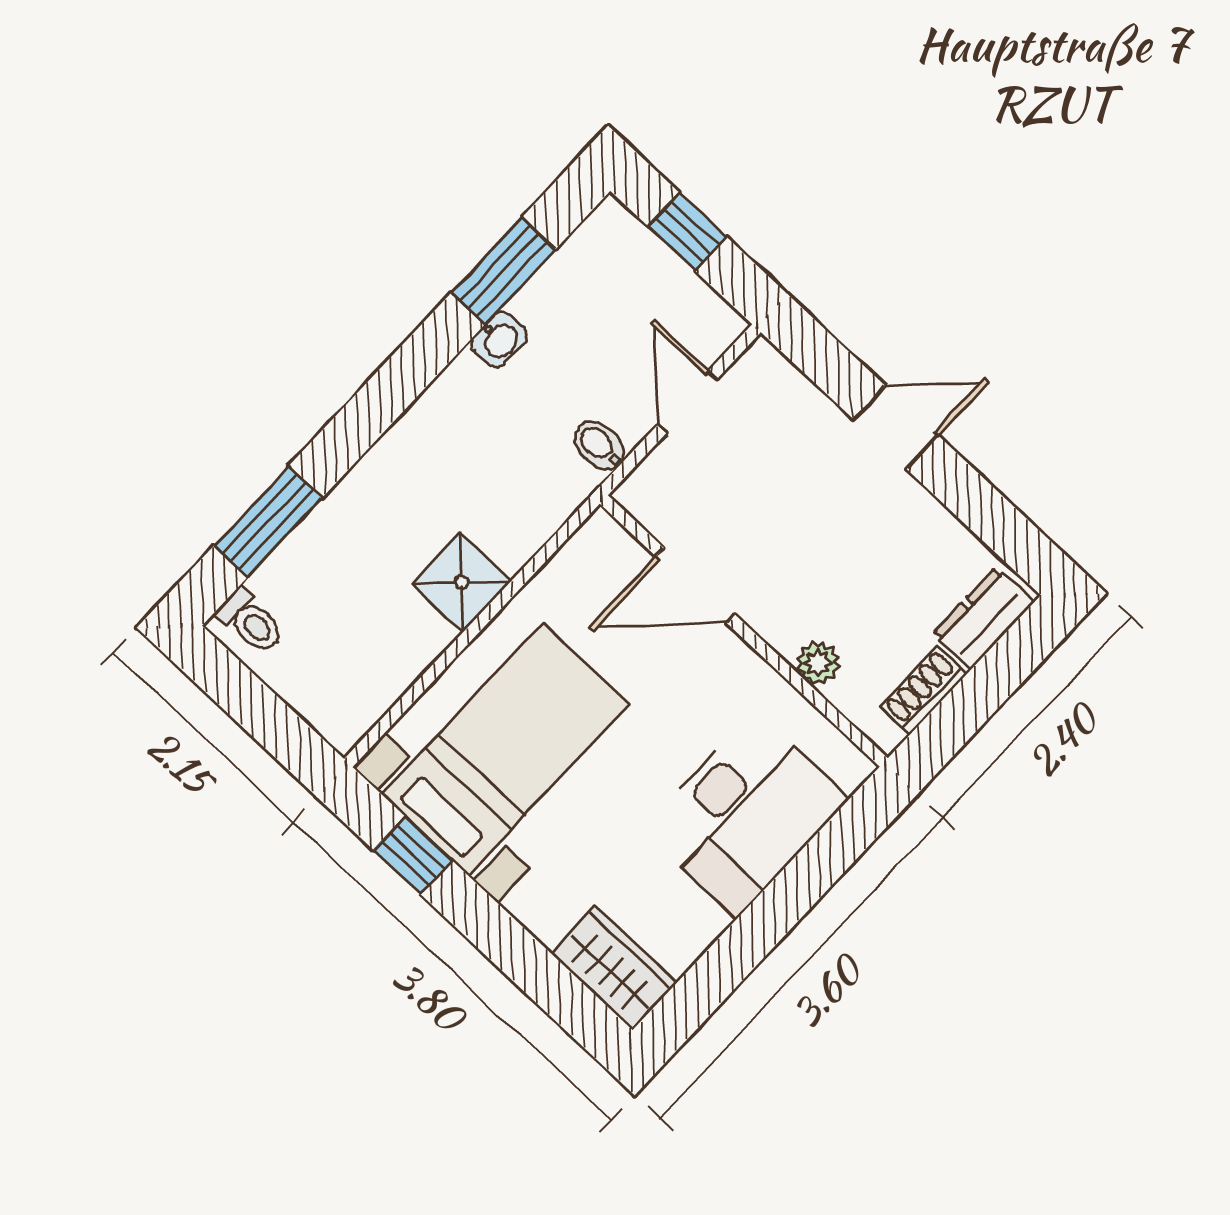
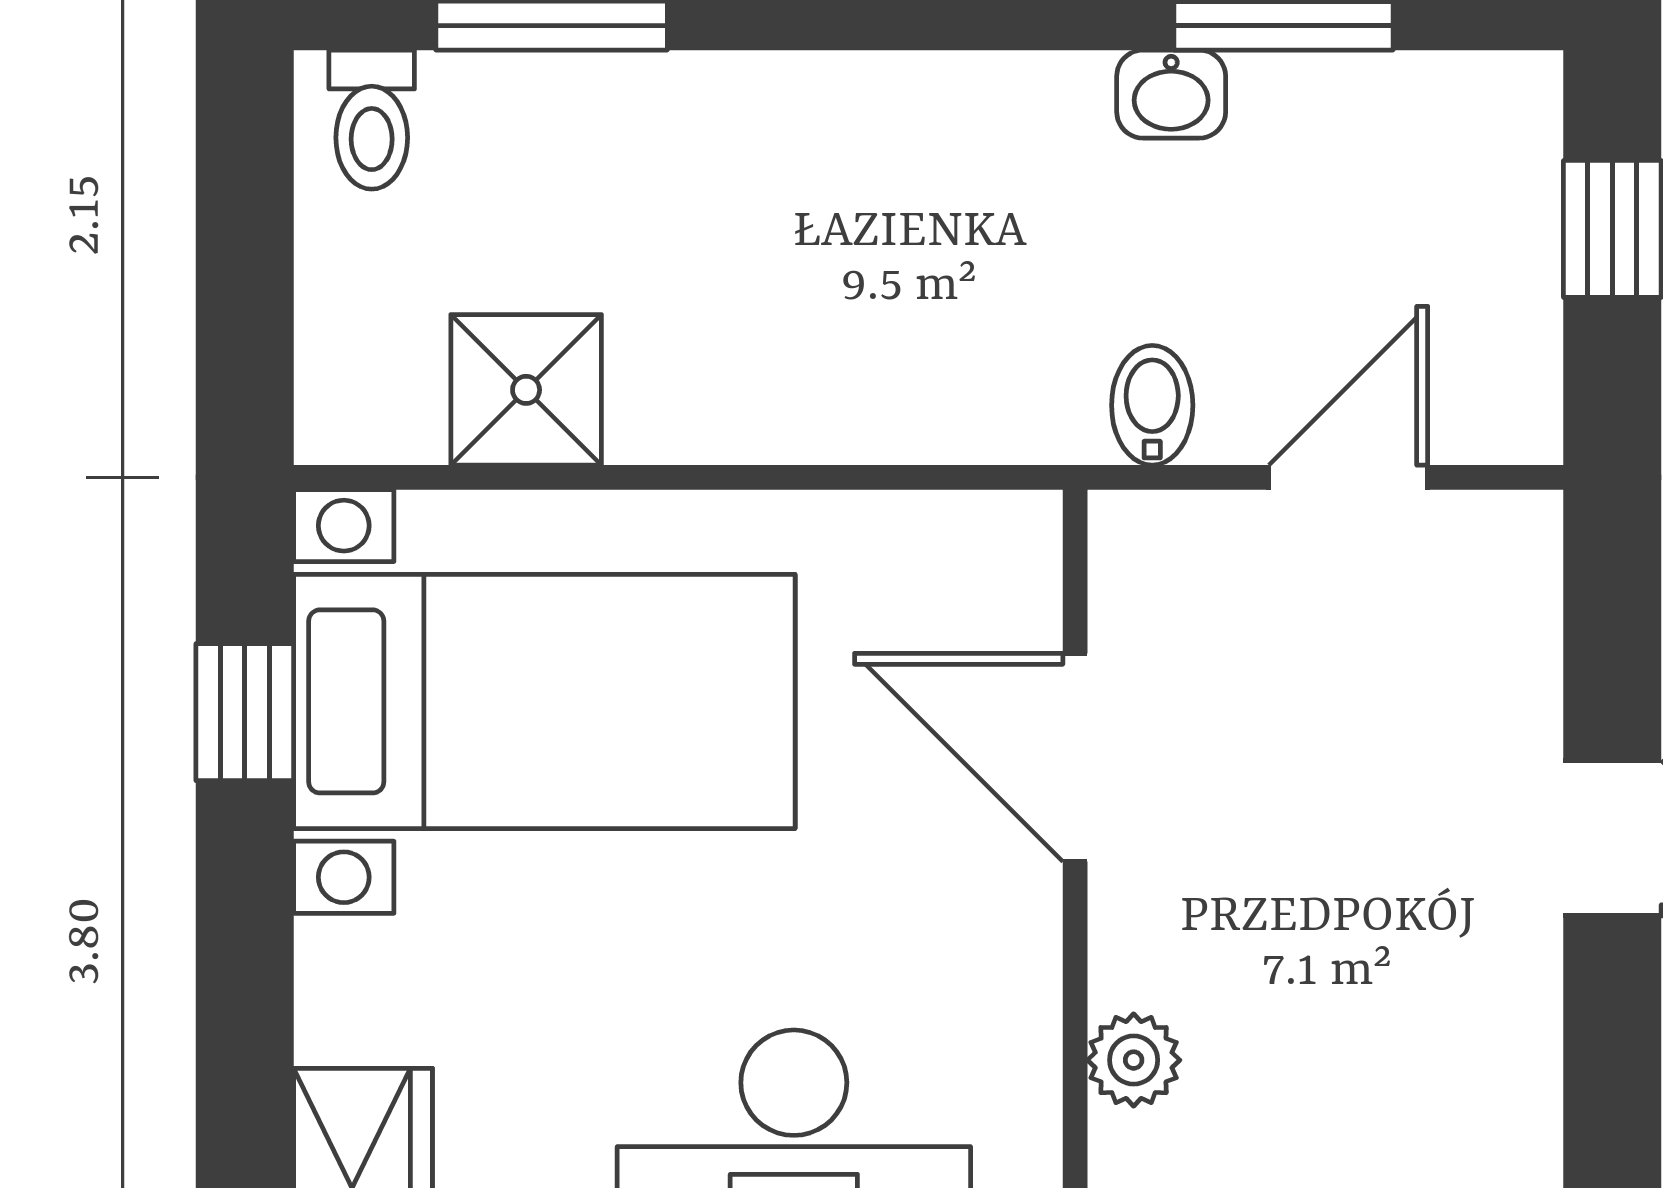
shower: (462, 582) -> (526, 390), moved

